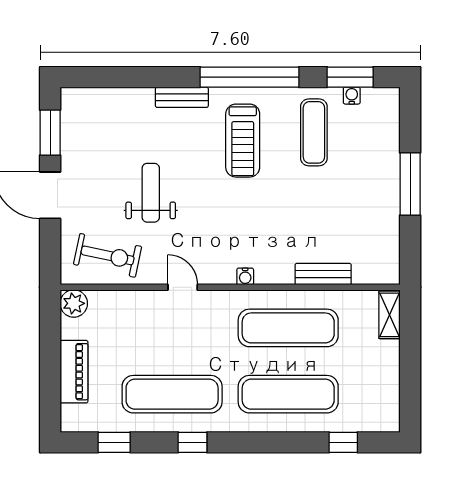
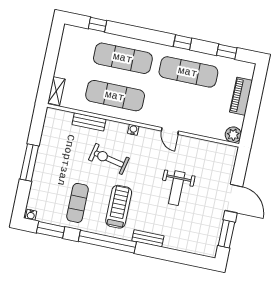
water cooler: (352, 96) -> (31, 215), moved
exercise bike: (108, 255) -> (109, 159), moved

